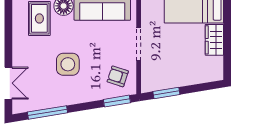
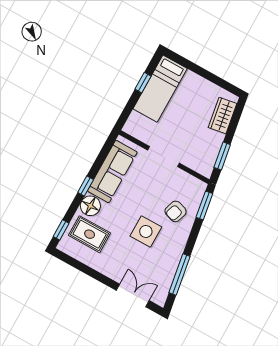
wardrobe: (214, 40) -> (223, 116), moved, turned 81
armchair: (118, 76) -> (176, 211), moved

